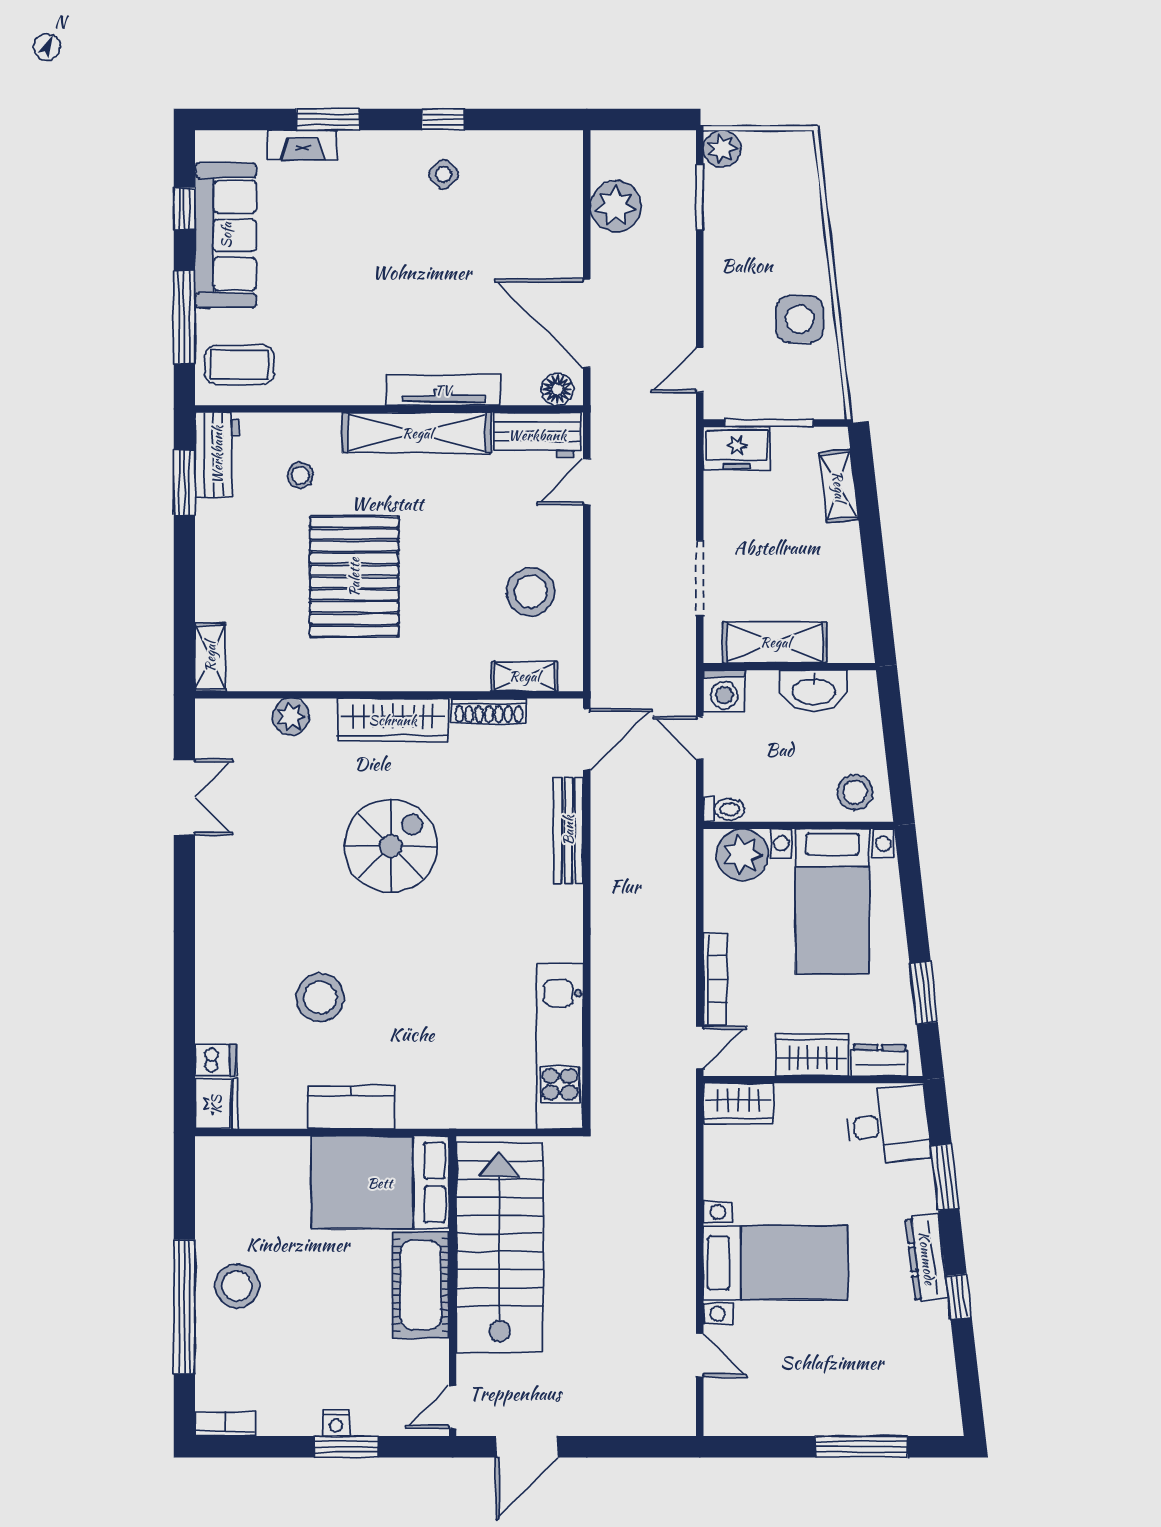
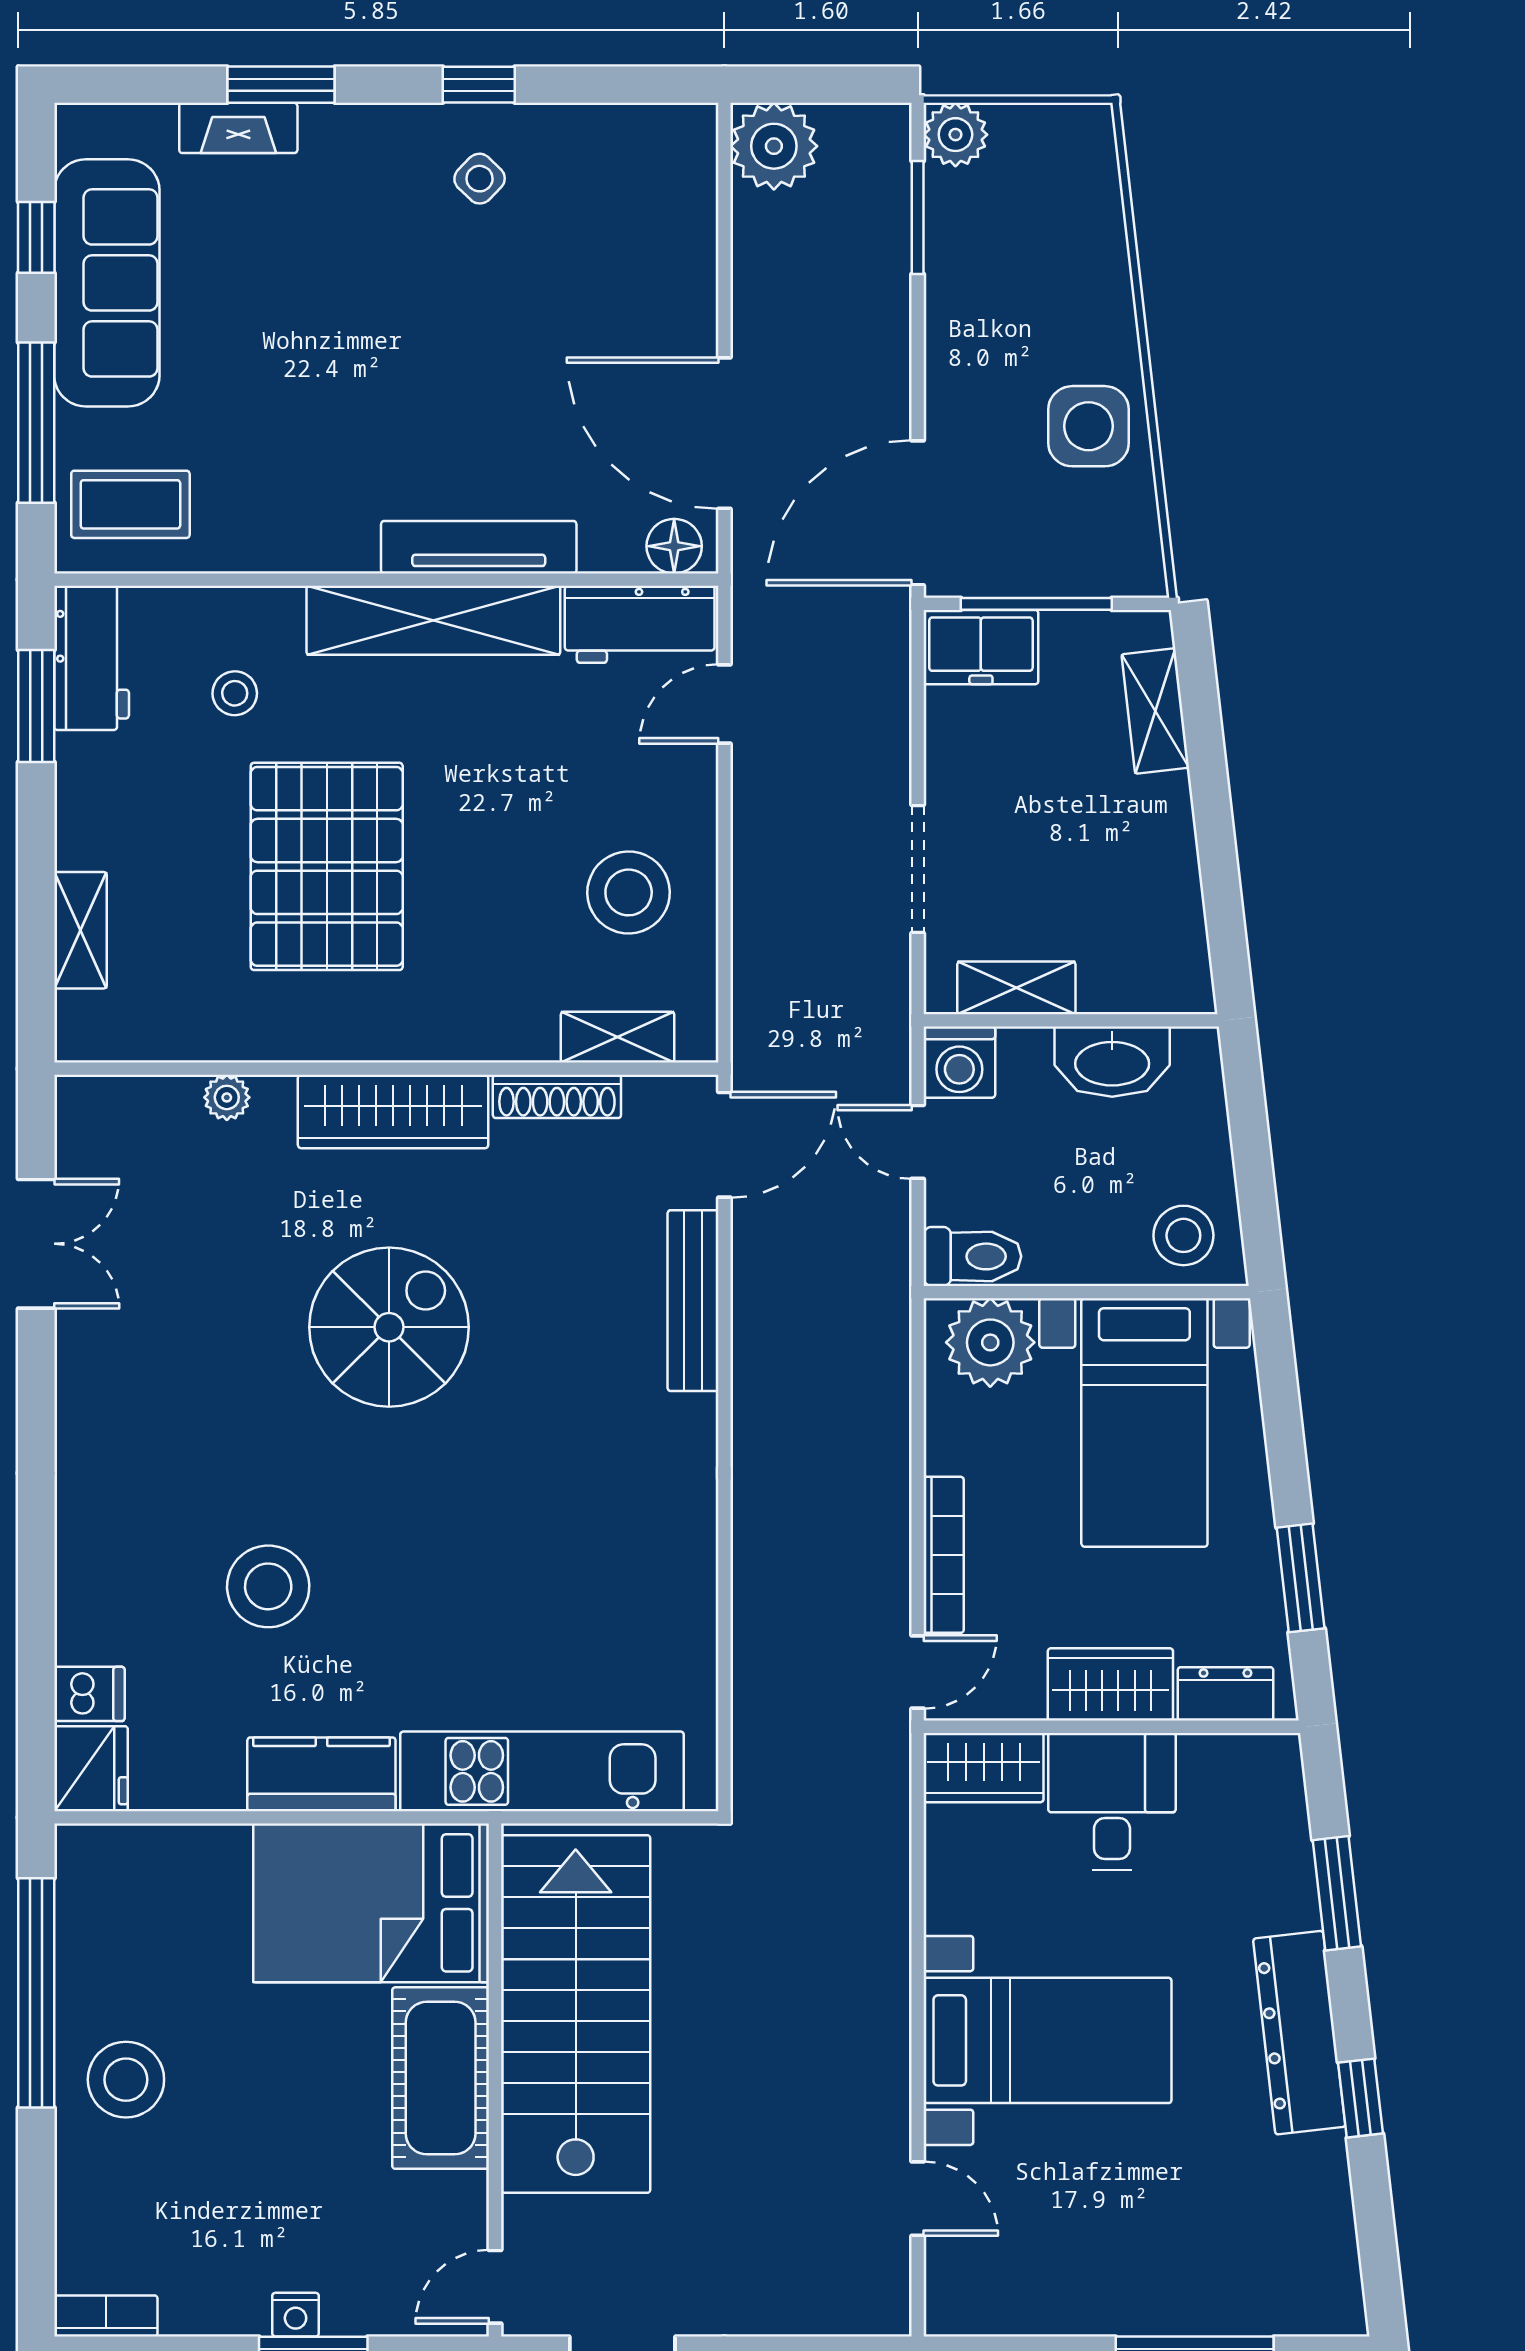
plant: (616, 206) -> (774, 146), moved
door: (700, 370) -> (918, 513), width x1.87
shelving: (775, 642) -> (1016, 988), width x0.67, depth x0.75
shelving: (210, 657) -> (81, 930), moved
plant: (291, 717) -> (227, 1097), width x0.73, depth x0.73
toilet: (724, 809) -> (972, 1256), width x1.37, depth x1.39
kitchen unit: (560, 1046) -> (542, 1771), moved, turned 90
desk: (888, 1125) -> (1112, 1801), moved, turned -83
dresser: (927, 1258) -> (1299, 2033), width x1.37, depth x1.24
window: (184, 1307) -> (36, 1993), moved

